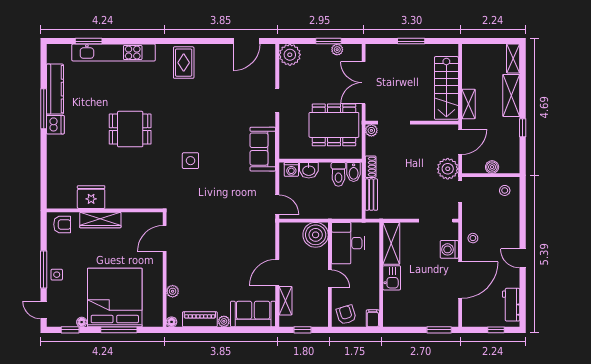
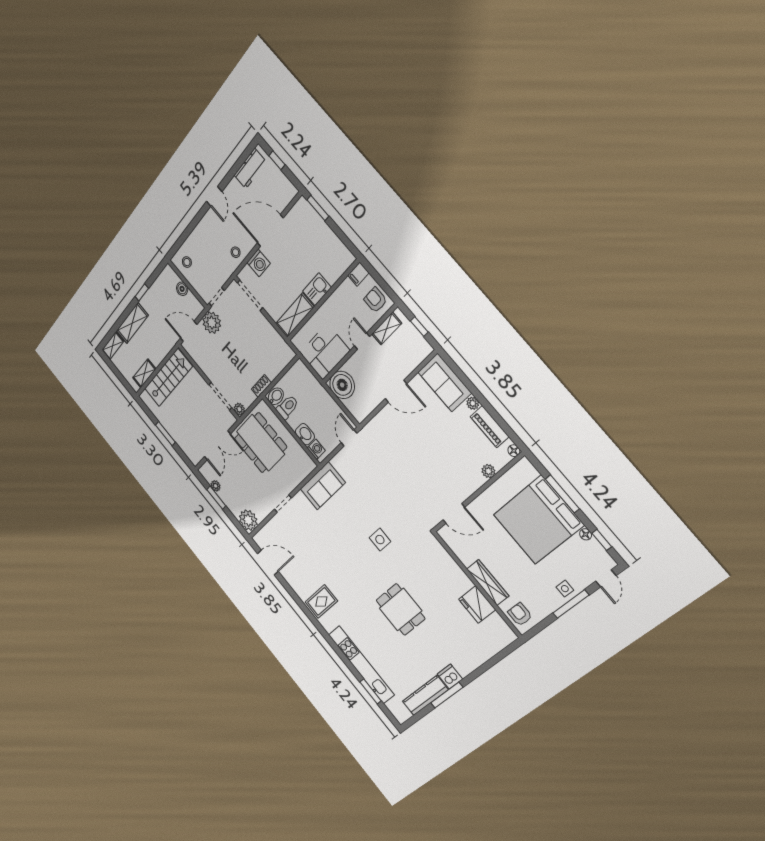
shelving: (468, 104) -> (144, 373), moved
bench: (371, 195) -> (278, 366), removed
shelving: (285, 301) -> (387, 329), moved
armchair: (346, 315) -> (375, 300), turned 107

